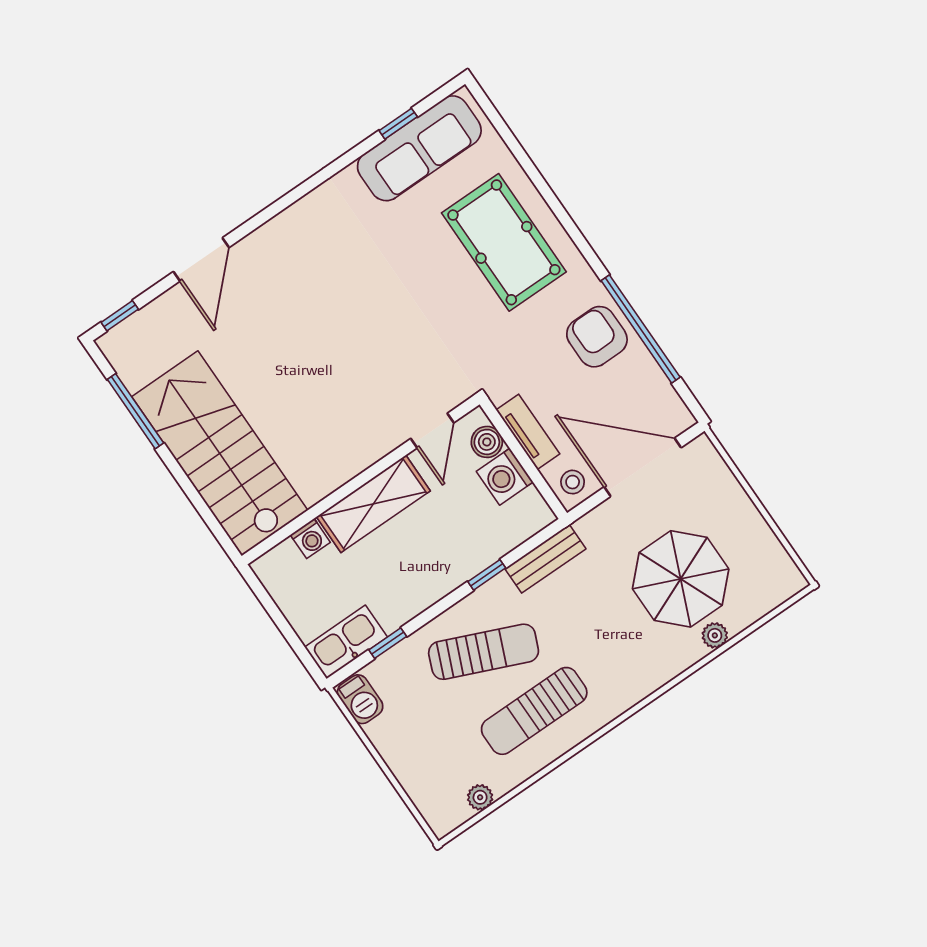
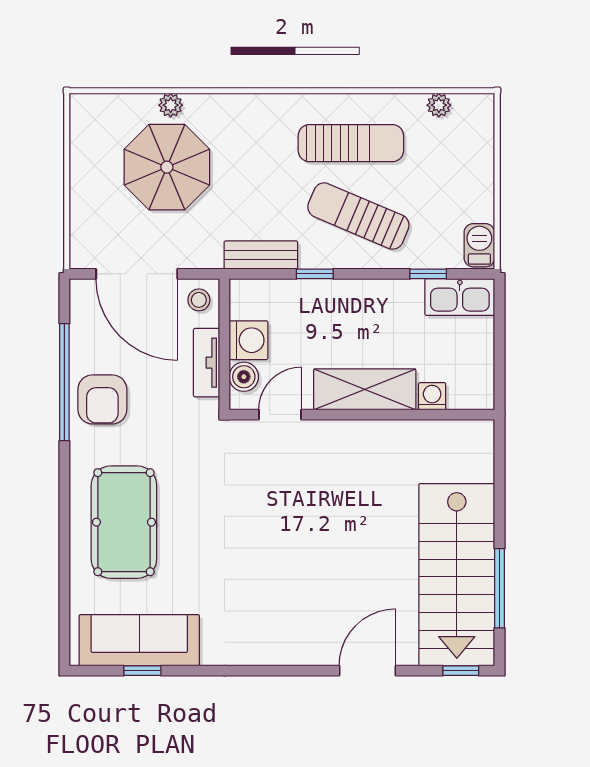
stairs: (220, 453) -> (457, 575), moved

